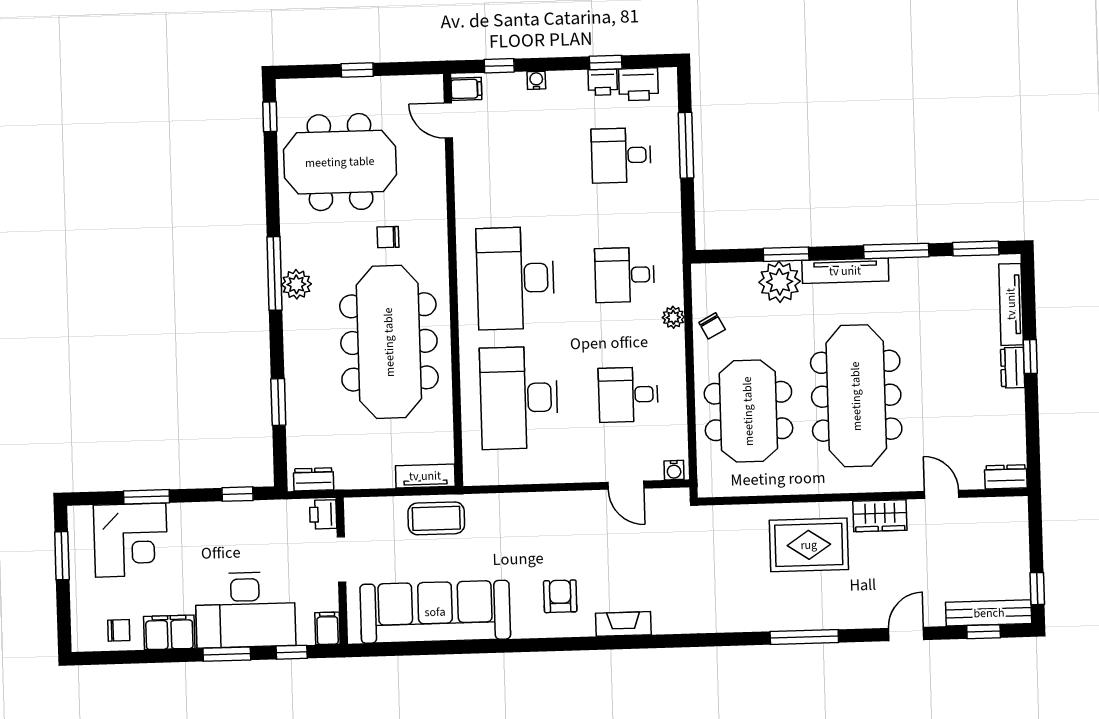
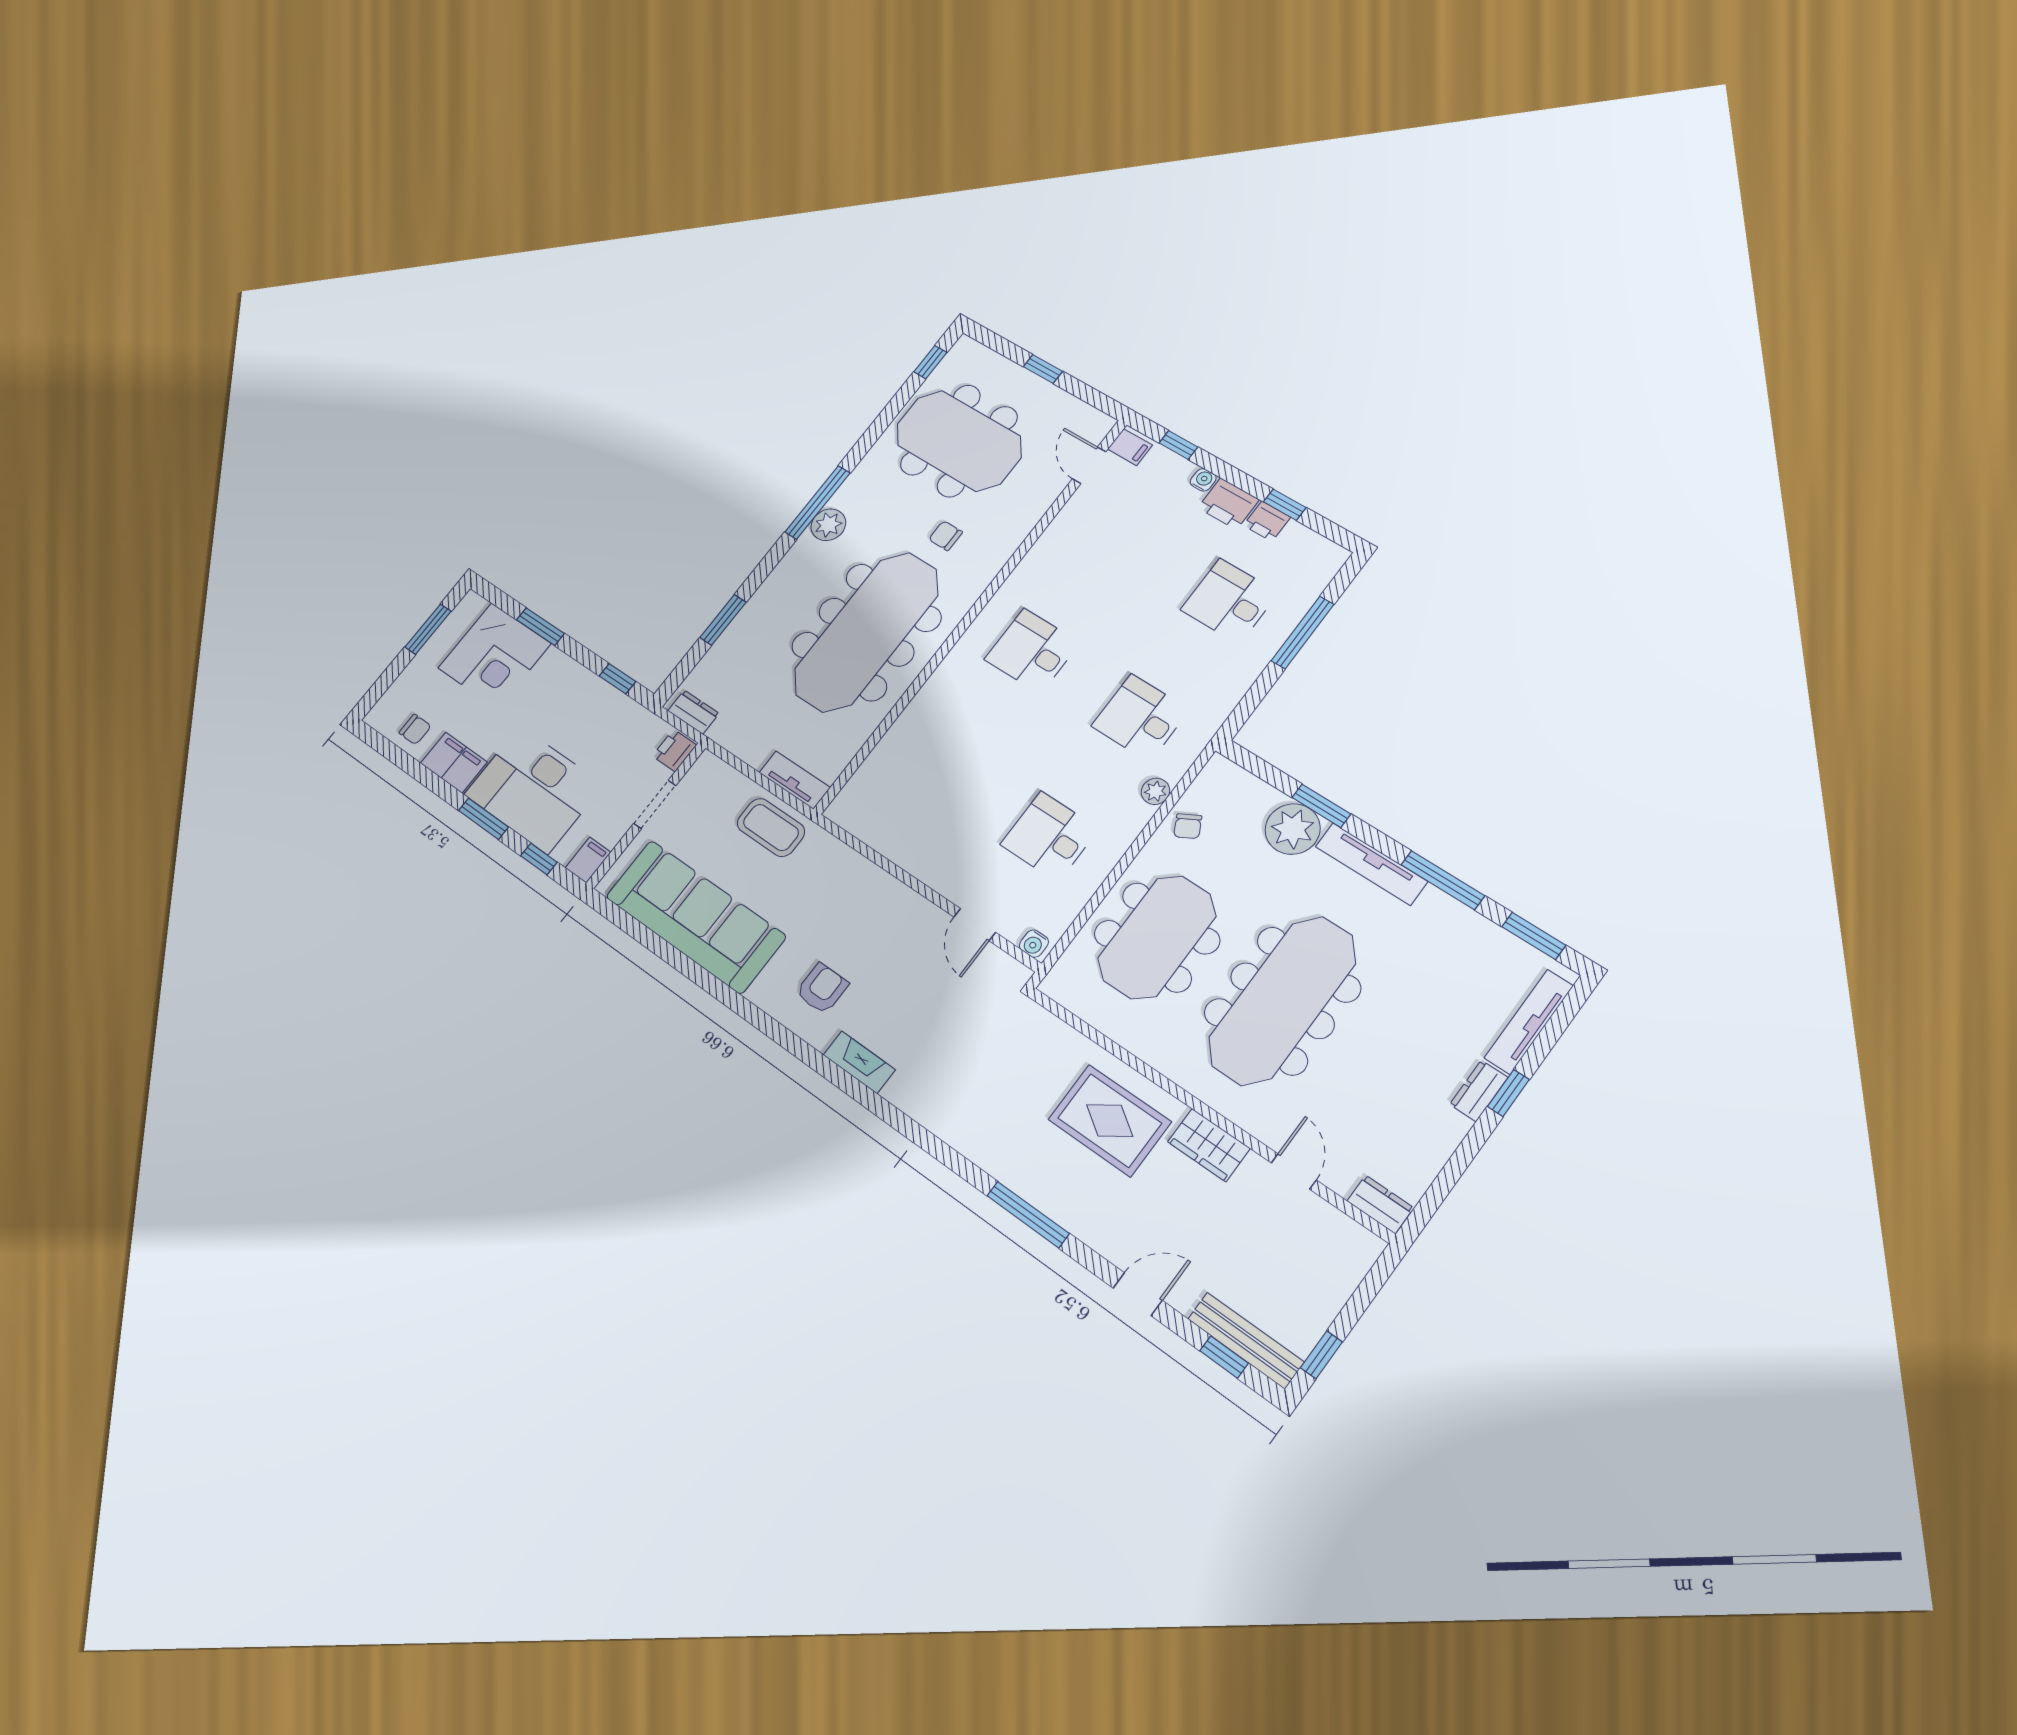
printer: (638, 84) -> (1228, 504), moved
desk: (515, 278) -> (1032, 651), width x0.53, depth x0.77
desk: (519, 398) -> (942, 767), removed

